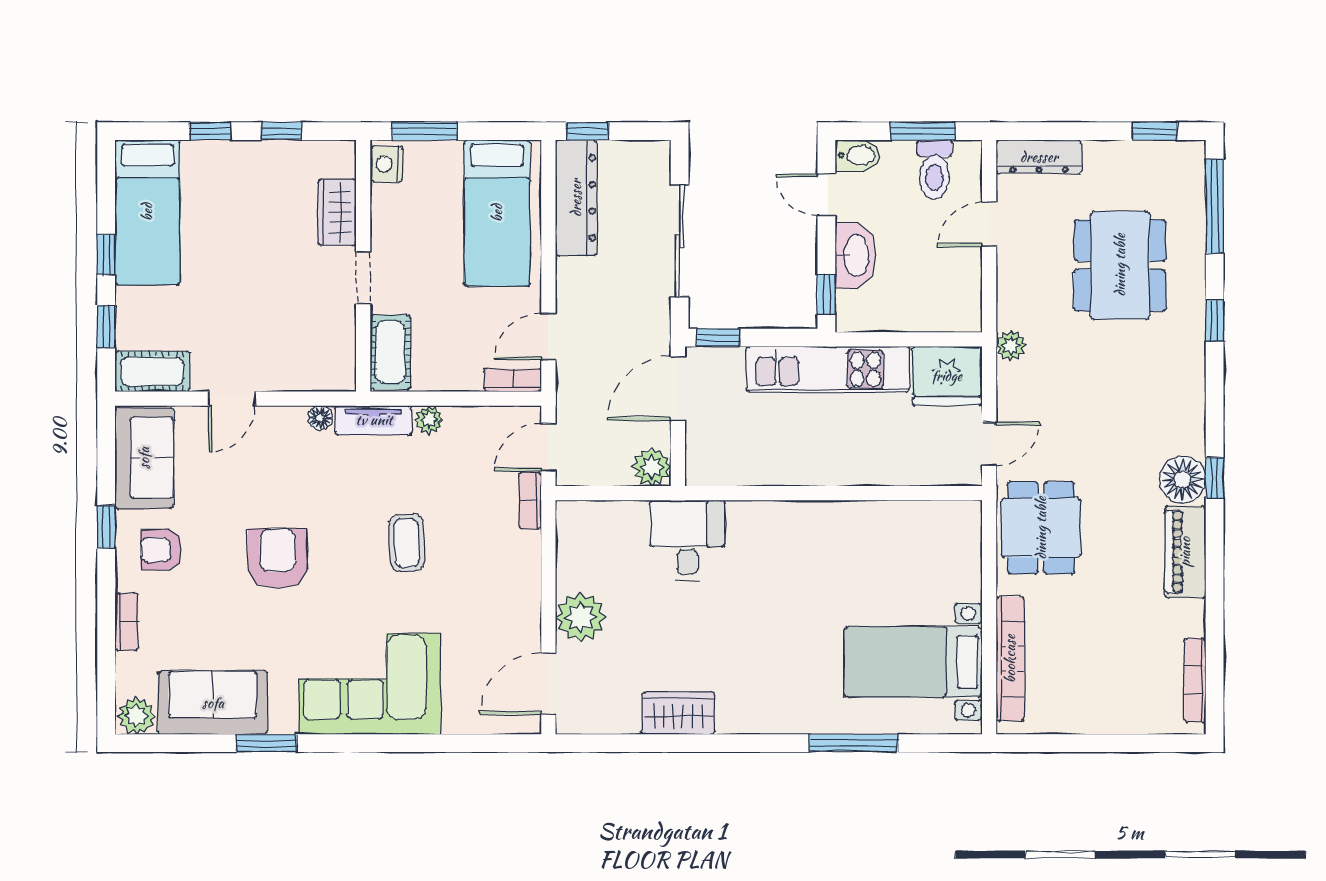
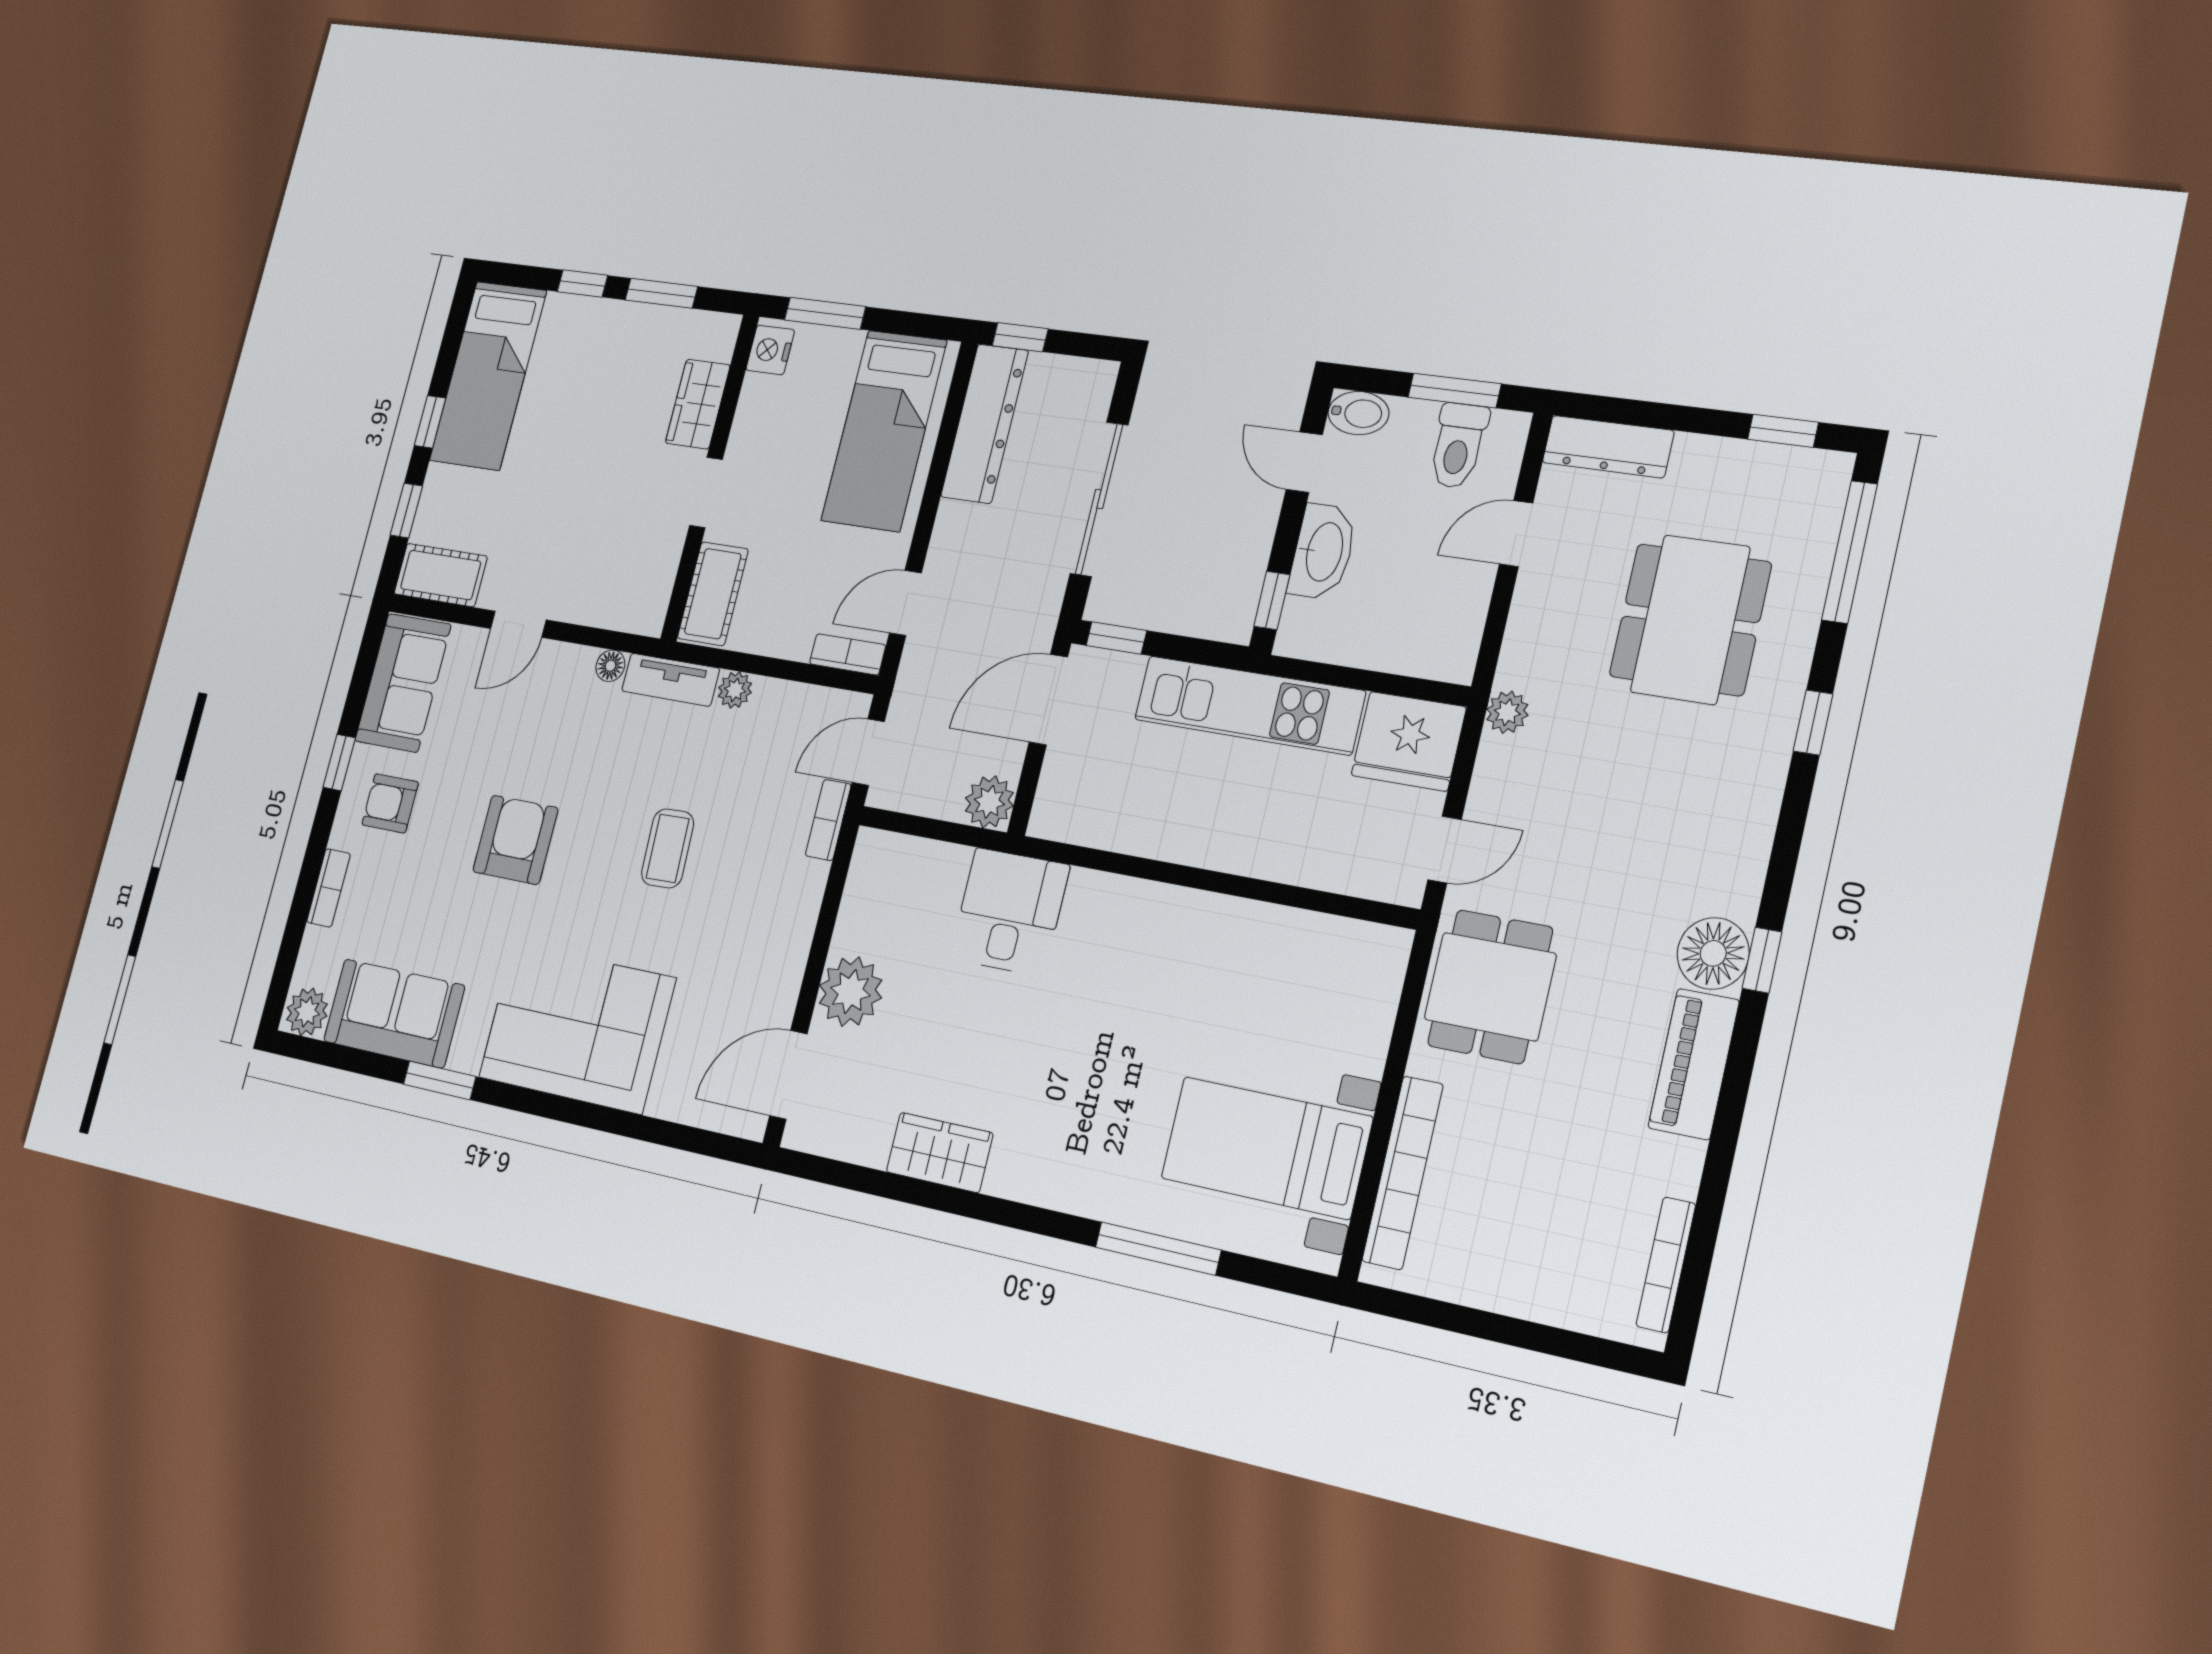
window: (281, 131) -> (661, 293), width x1.50

